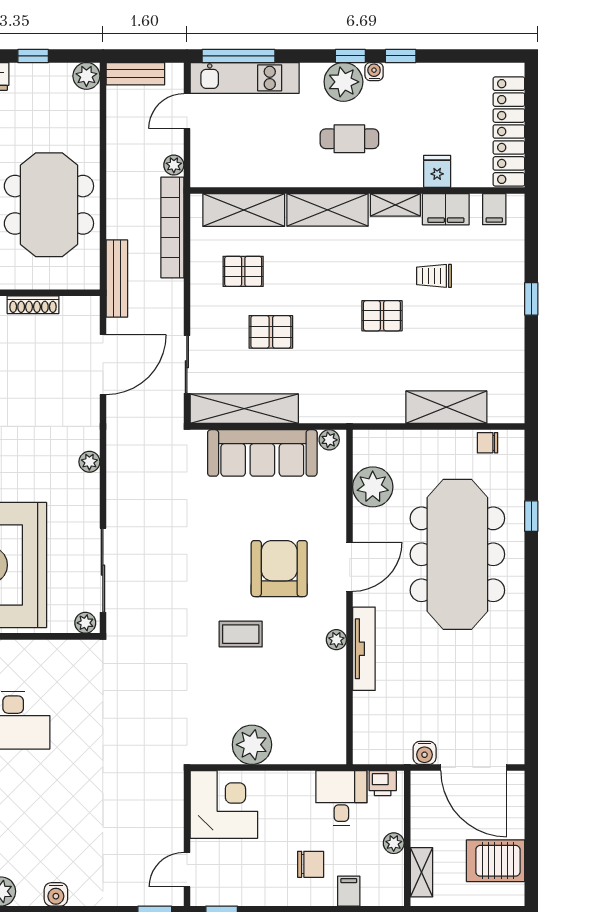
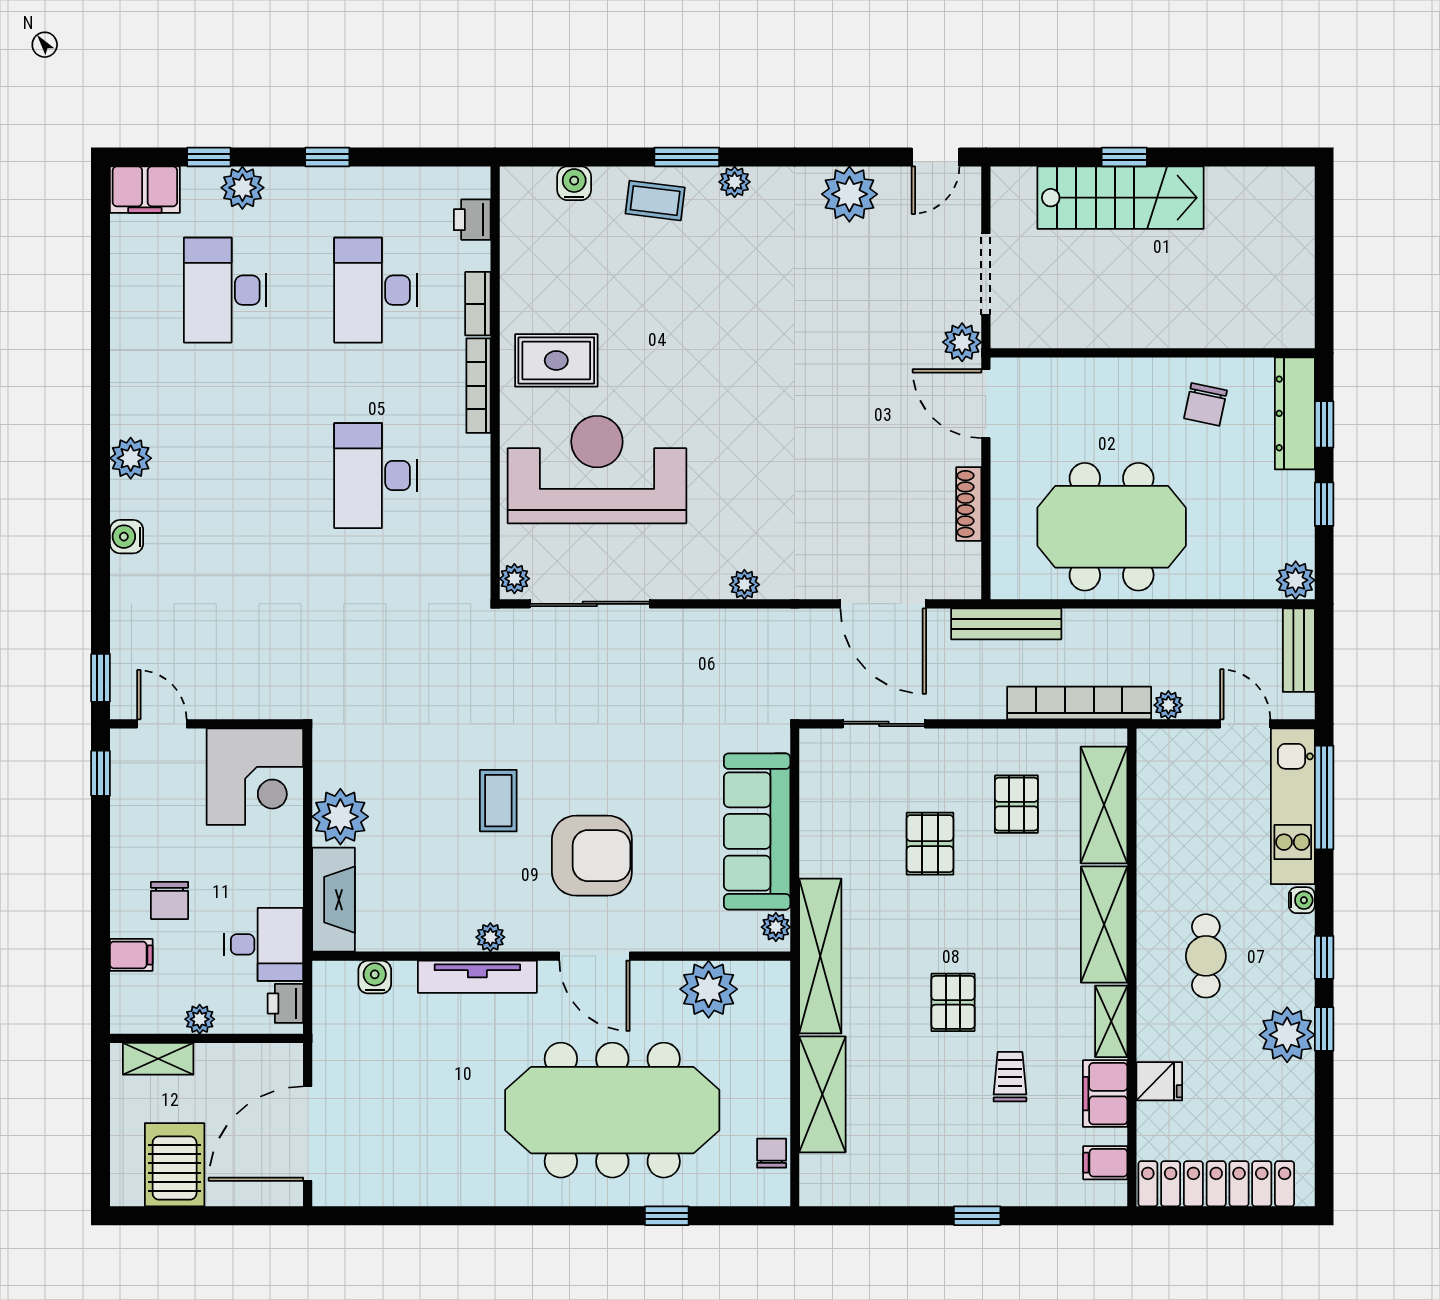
water cooler: (374, 72) -> (1302, 900), moved
plant: (343, 82) -> (1287, 1035), moved
shelving: (244, 409) -> (820, 956), moved
fireplace: (310, 749) -> (334, 900), added
water cooler: (425, 753) -> (375, 977), moved, turned 90

